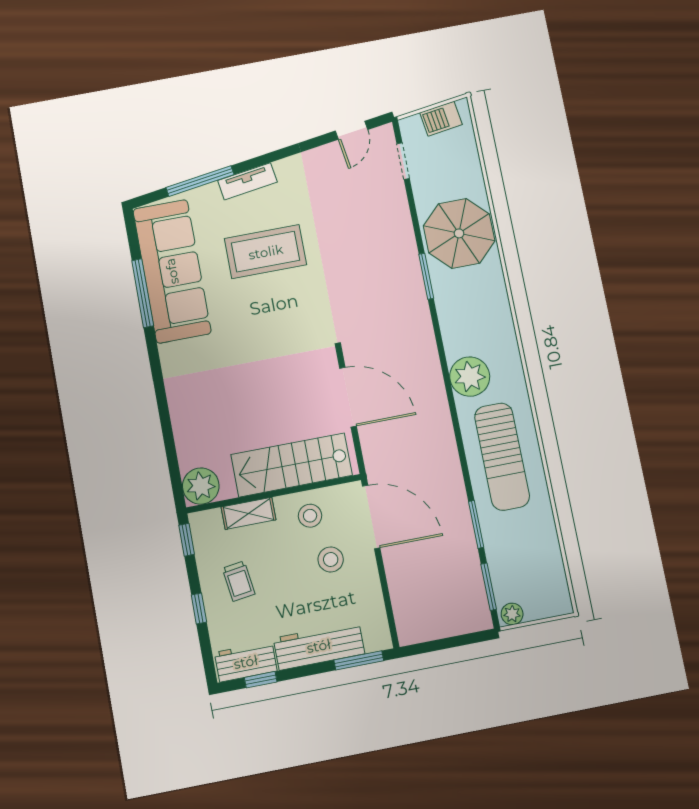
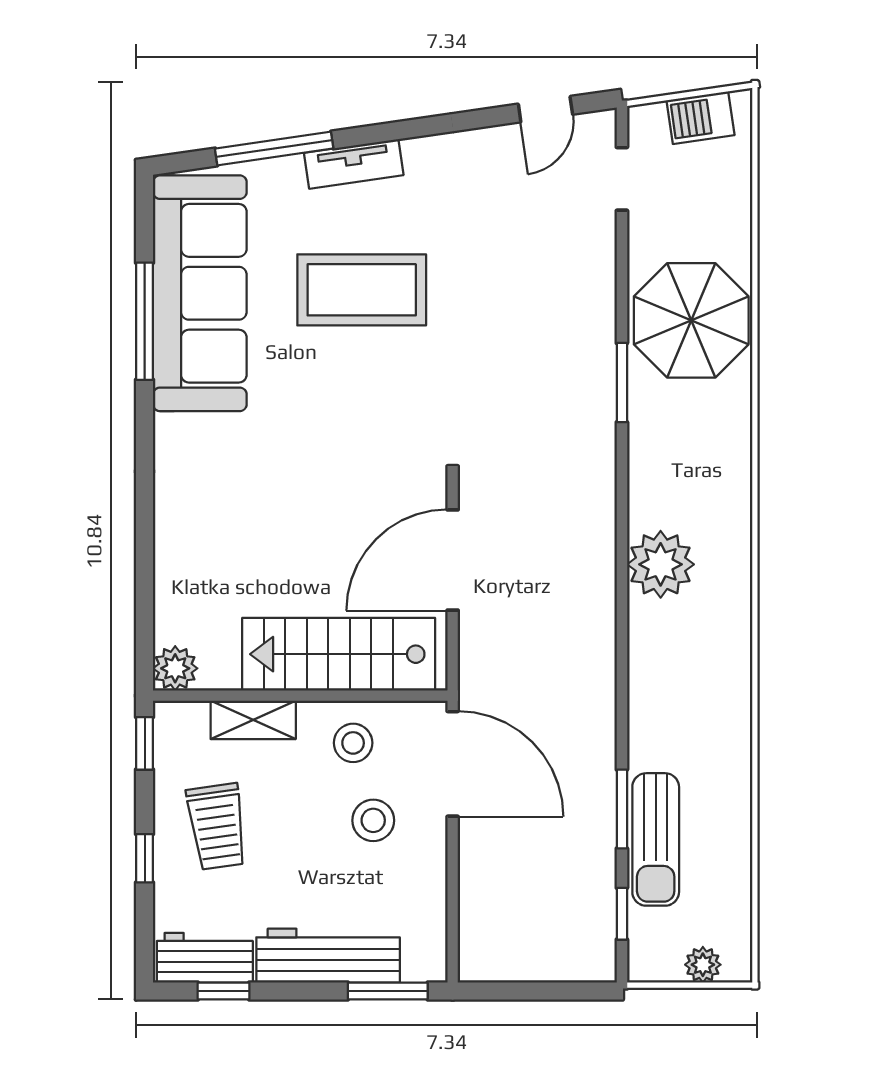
door: (348, 397) -> (453, 560), swing flipped
sun lounger: (502, 457) -> (656, 839), moved, width x0.73, depth x0.75
plant: (201, 486) -> (175, 668), width x0.73, depth x0.73
trolley: (239, 581) -> (217, 826), width x1.36, depth x1.39
window: (489, 587) -> (622, 914), width x0.67
plant: (512, 614) -> (703, 965), moved

